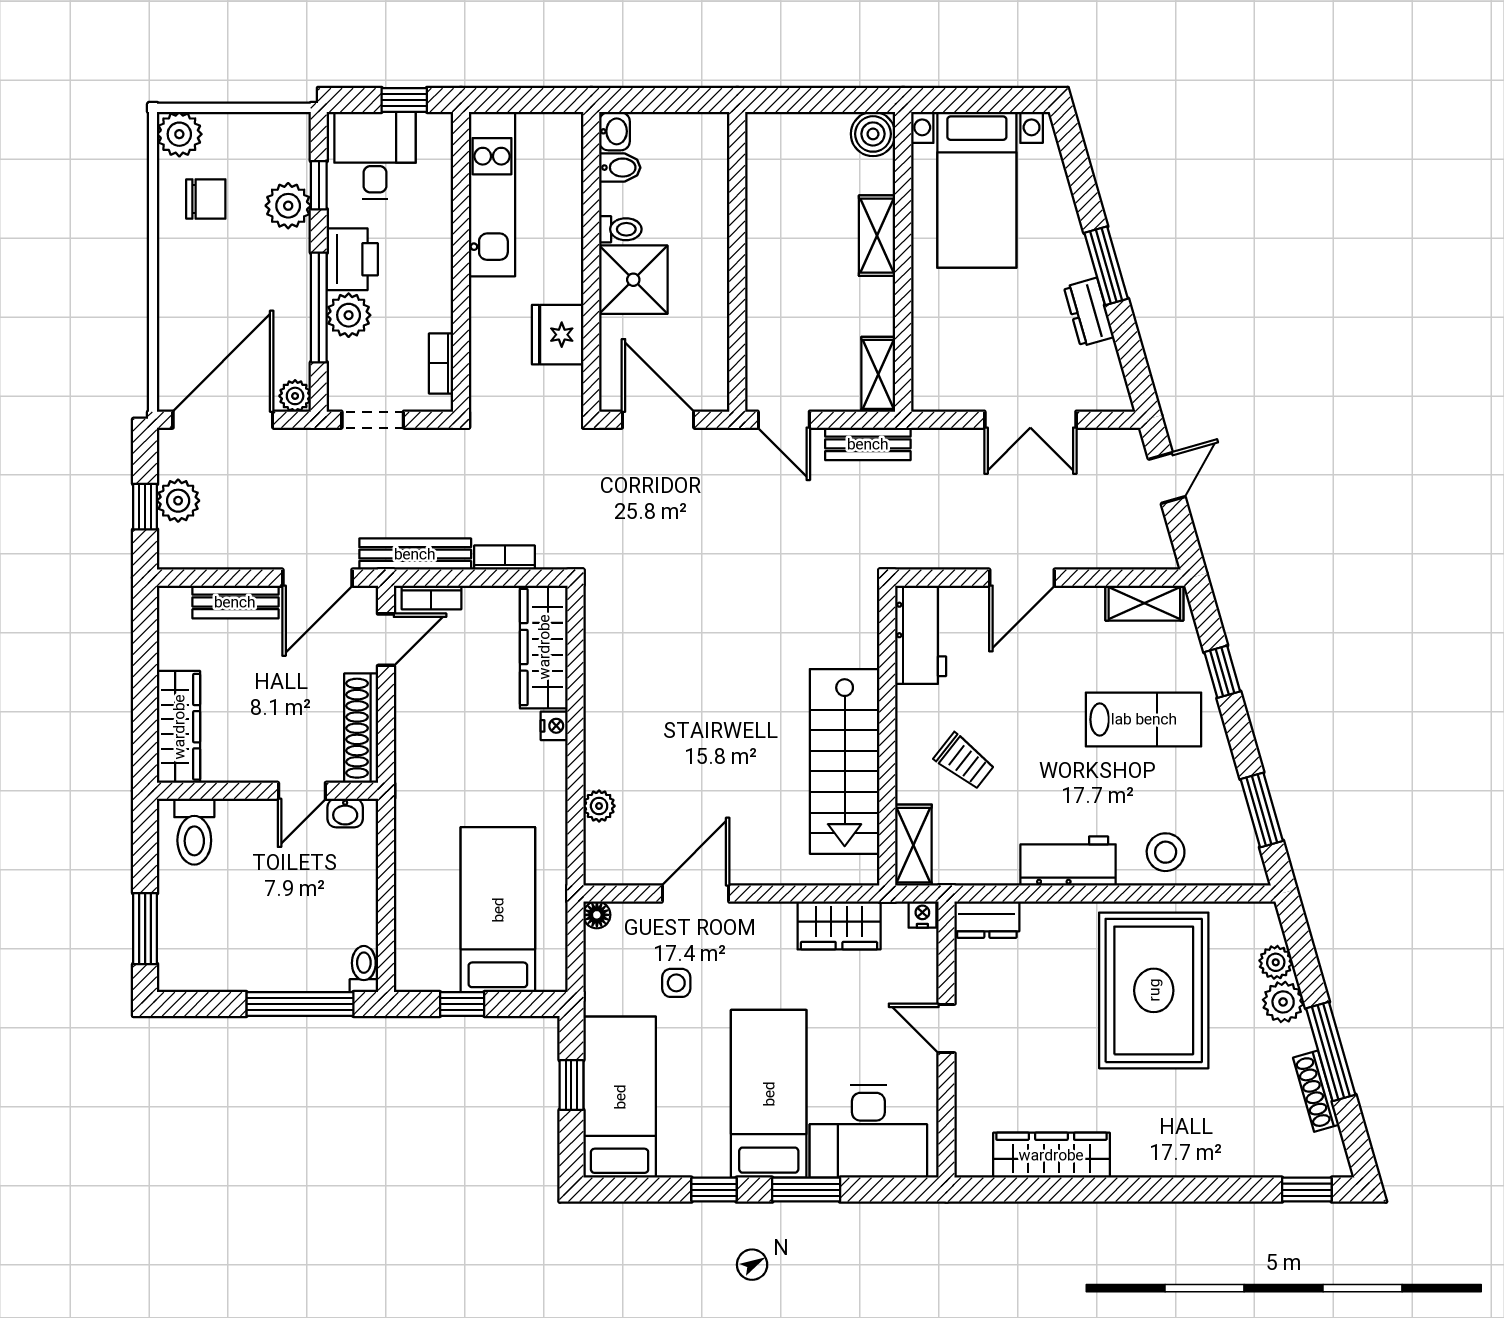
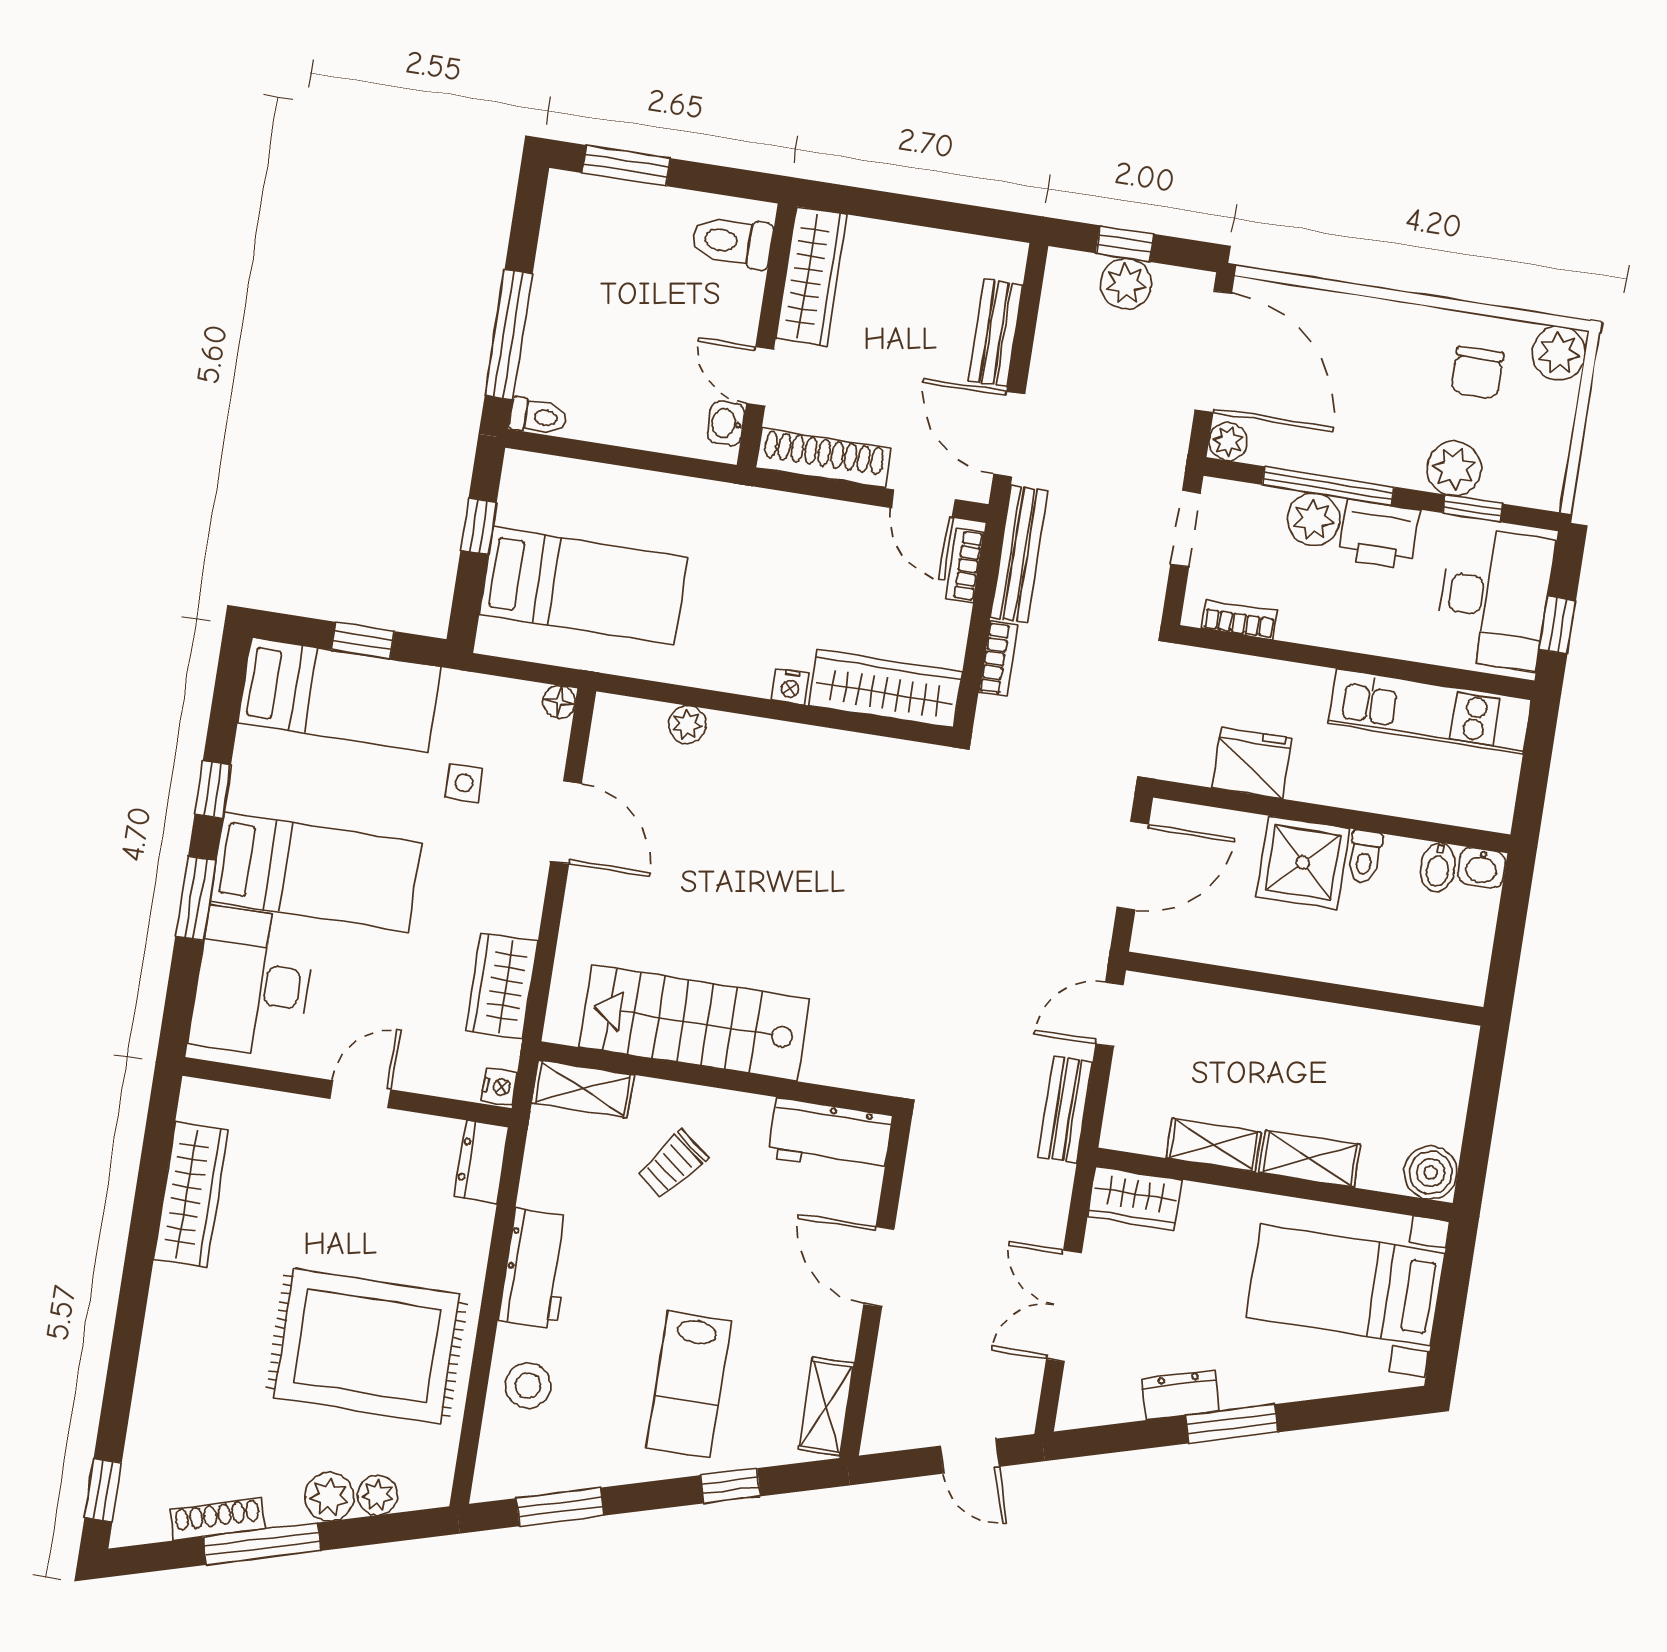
desk: (375, 156) -> (1494, 598), width x1.37
shelving: (878, 374) -> (1214, 1145), moved
wardrobe: (932, 375) -> (1135, 1198), added
wardrobe: (179, 727) -> (812, 276), moved, turned -90

